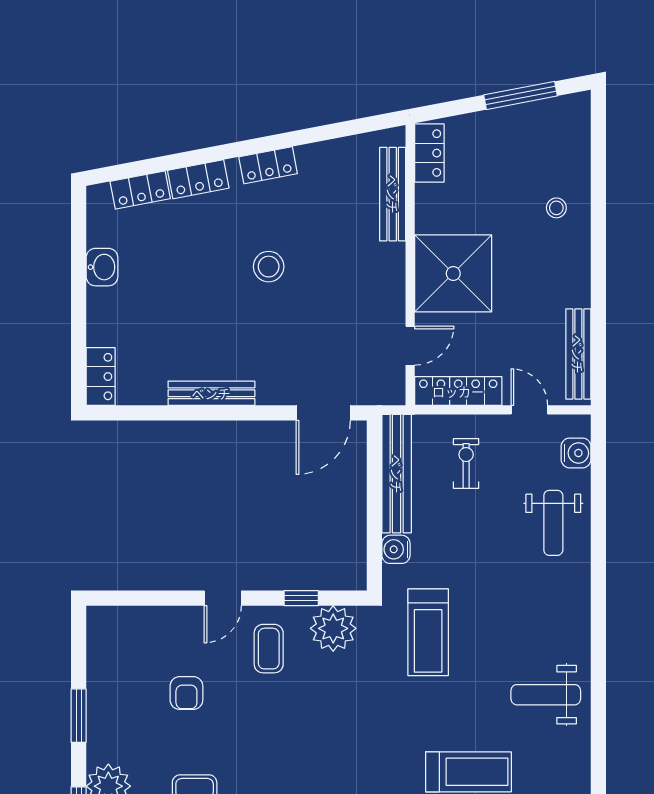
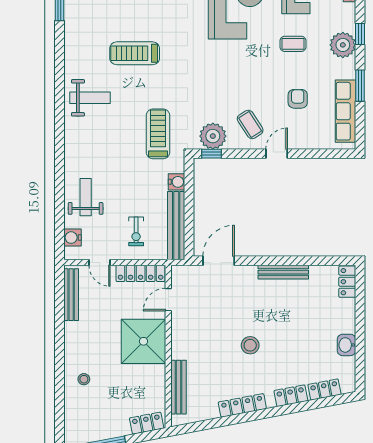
locker: (429, 153) -> (147, 423), moved, turned 79
locker: (268, 165) -> (242, 405), width x1.53
window: (301, 598) -> (212, 154), moved
coffee table: (269, 649) -> (250, 124), turned -33
row of seats: (104, 672) -> (346, 111), added

